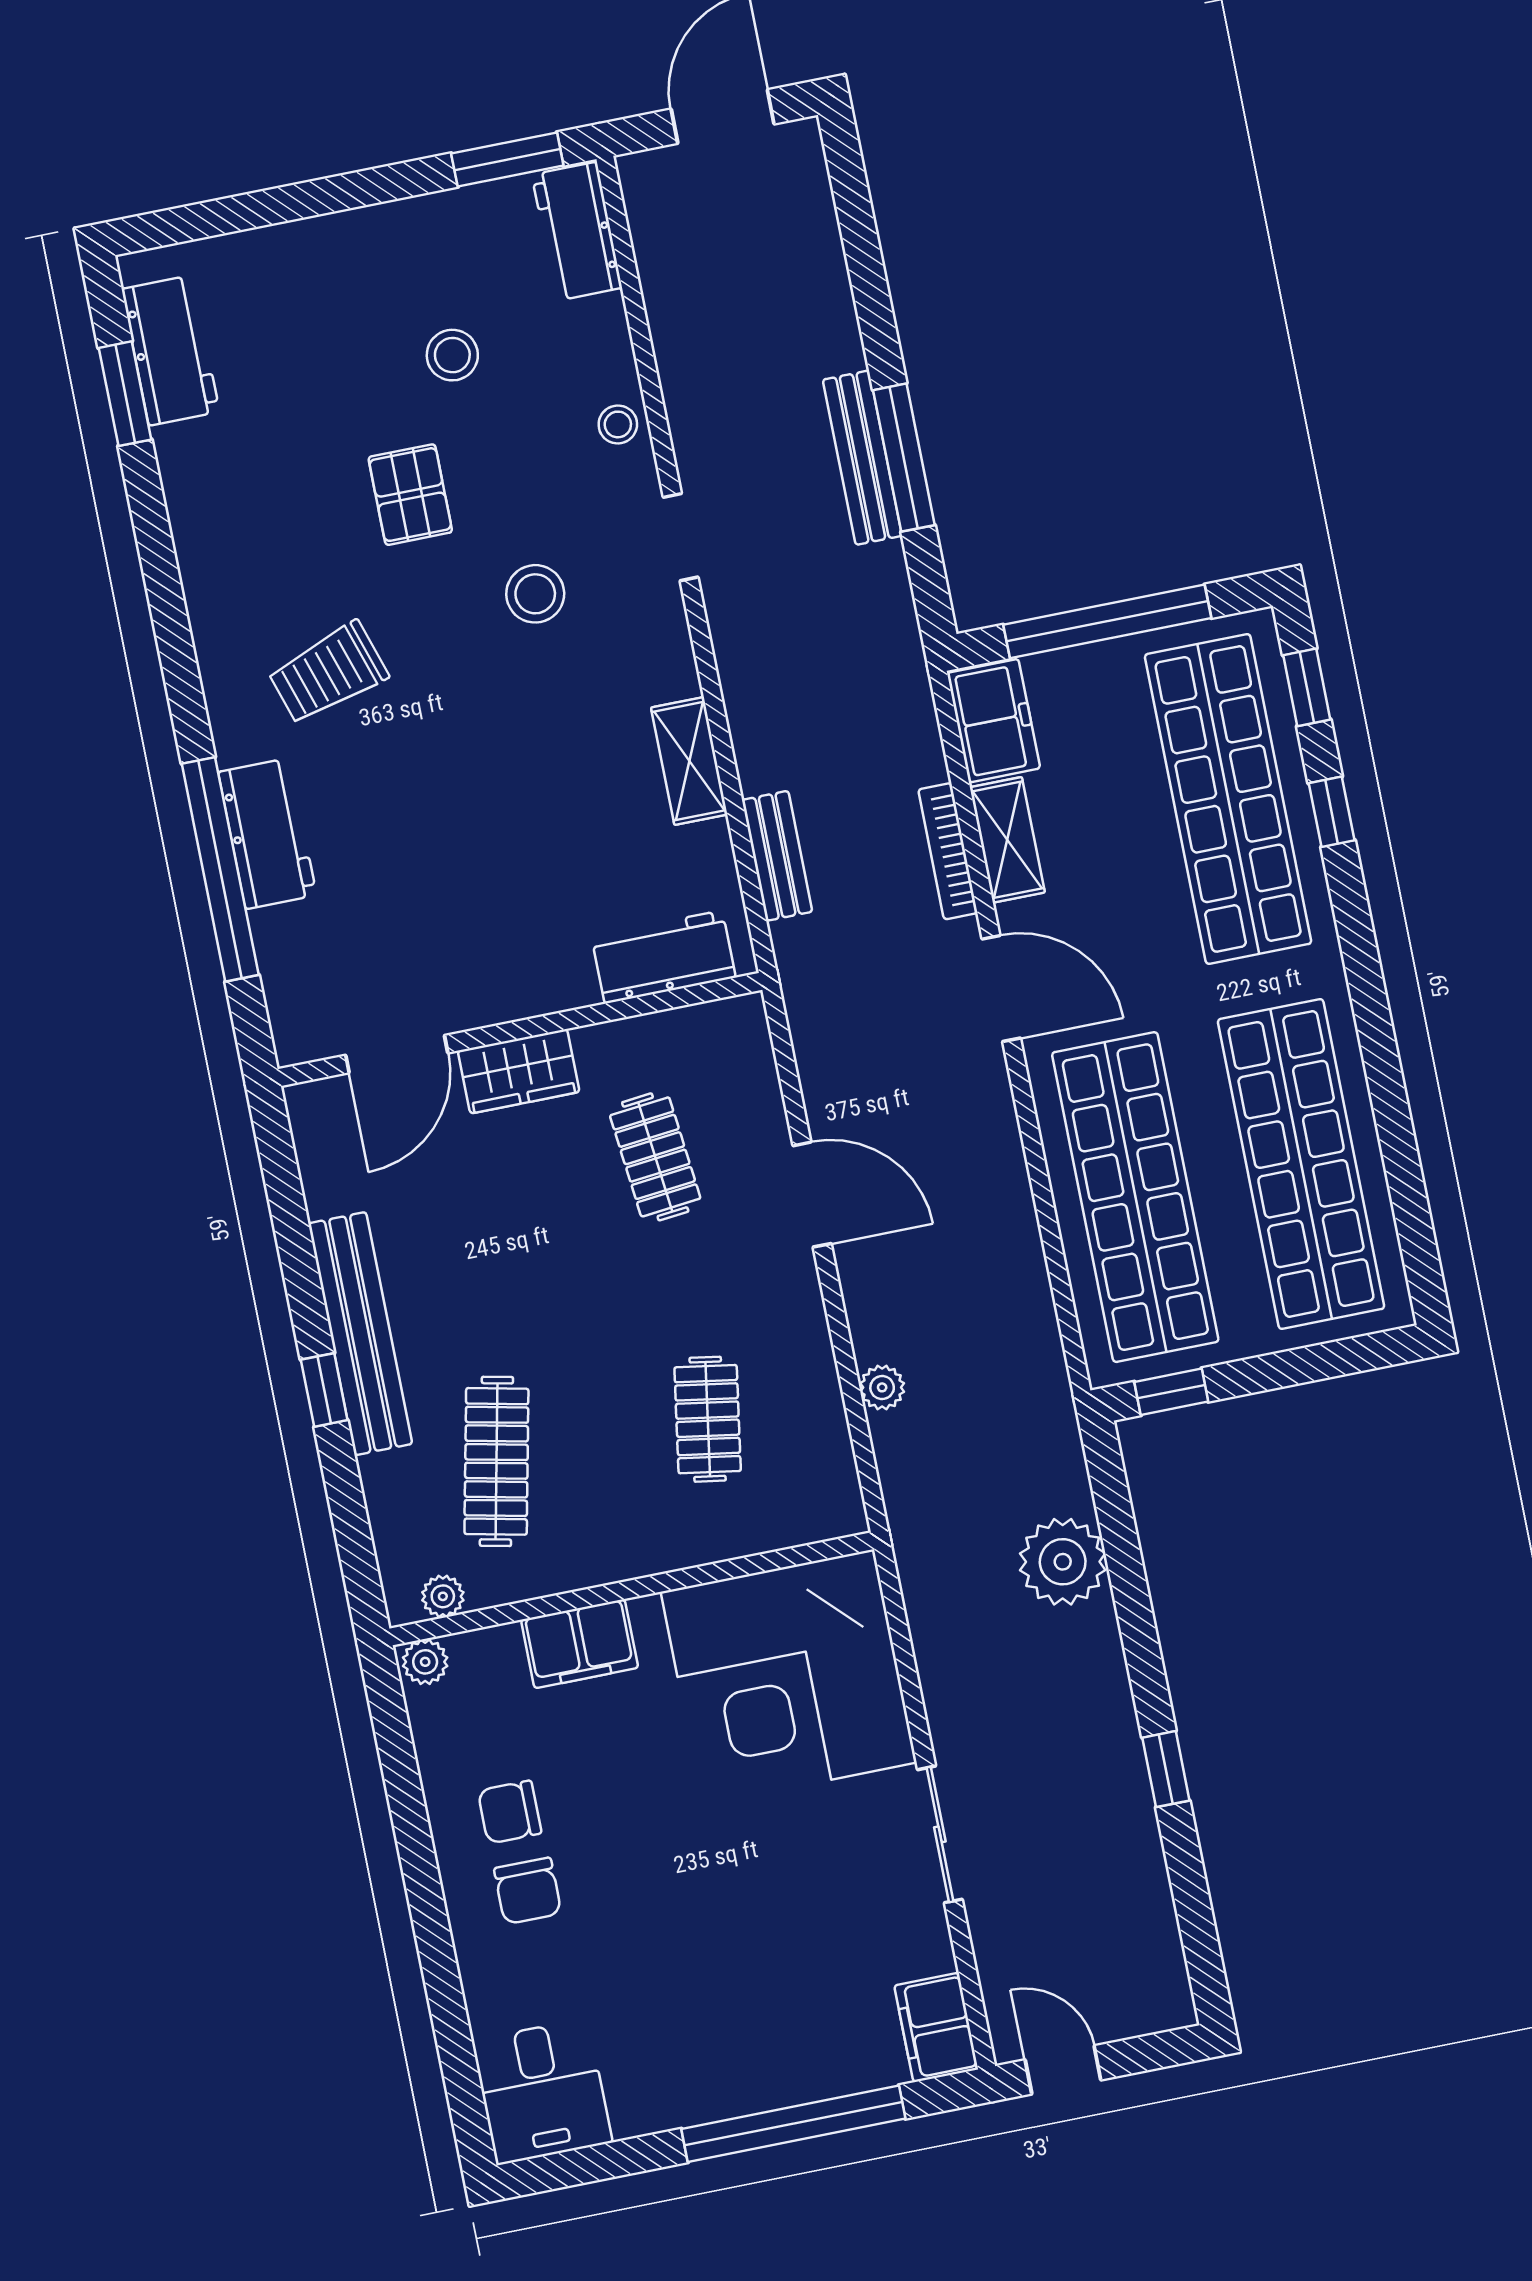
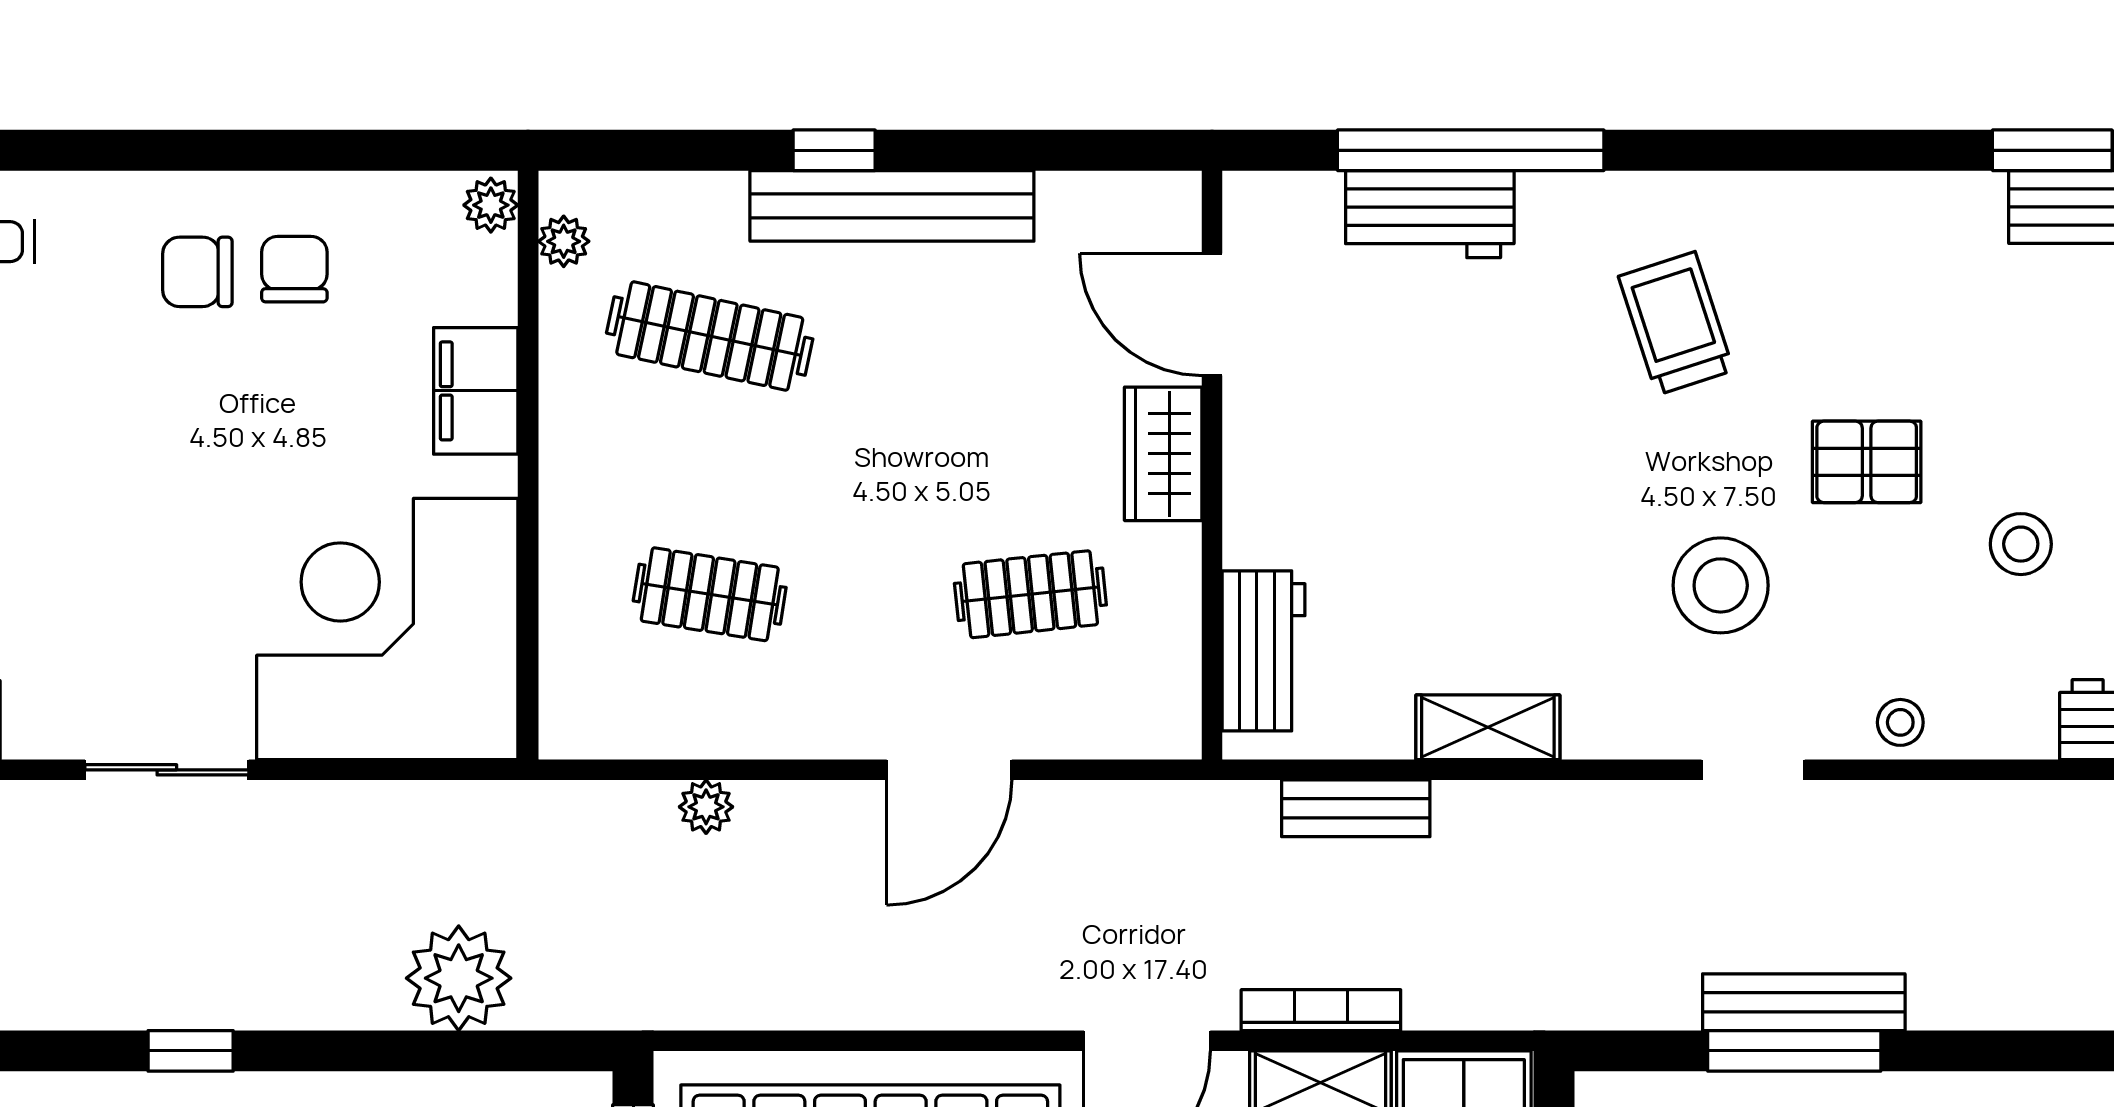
stool: (535, 594) -> (1721, 585), width x1.38, depth x1.38
workbench: (267, 834) -> (1430, 214), moved

